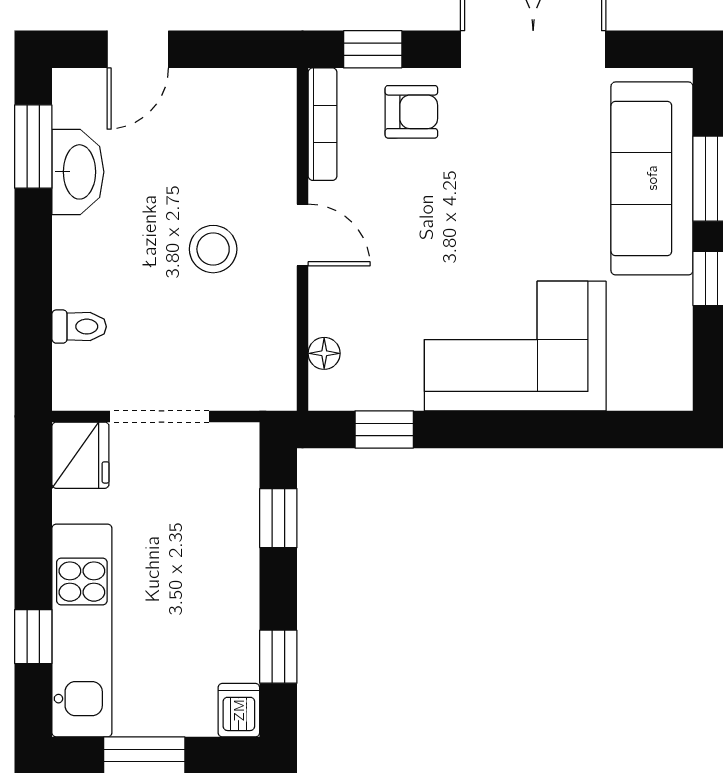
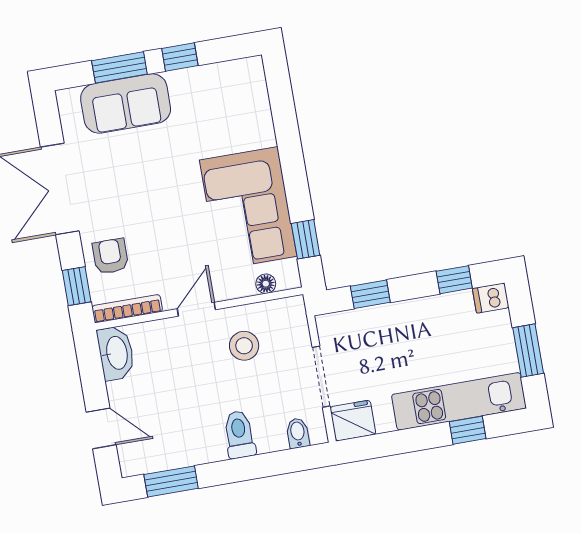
washbasin: (78, 172) -> (116, 353), moved, turned 90
sofa: (652, 178) -> (126, 104), width x0.73
stool: (213, 249) -> (244, 346), moved
toilet: (79, 327) -> (239, 434), moved, width x1.37, depth x1.39
corner sofa: (515, 346) -> (248, 208), moved
bidet: (76, 363) -> (298, 433), added

